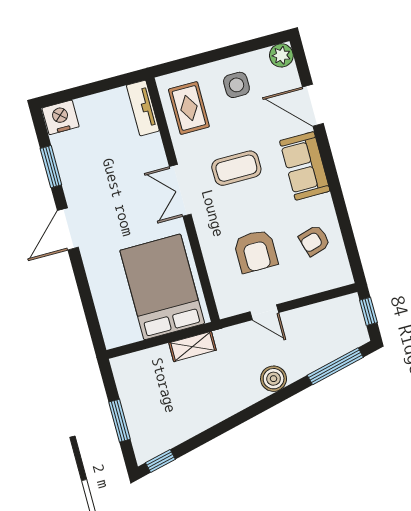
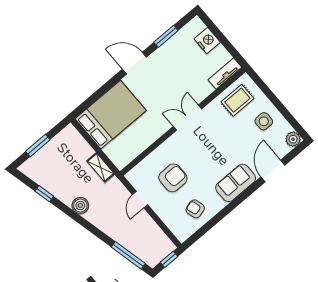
nightstand: (61, 117) -> (207, 41), moved
coffee table: (236, 168) -> (216, 144), removed
armchair: (256, 251) -> (173, 178), turned 180
bed: (162, 287) -> (111, 115), moved
boiler: (274, 379) -> (80, 206), moved
window: (160, 461) -> (44, 194), moved

